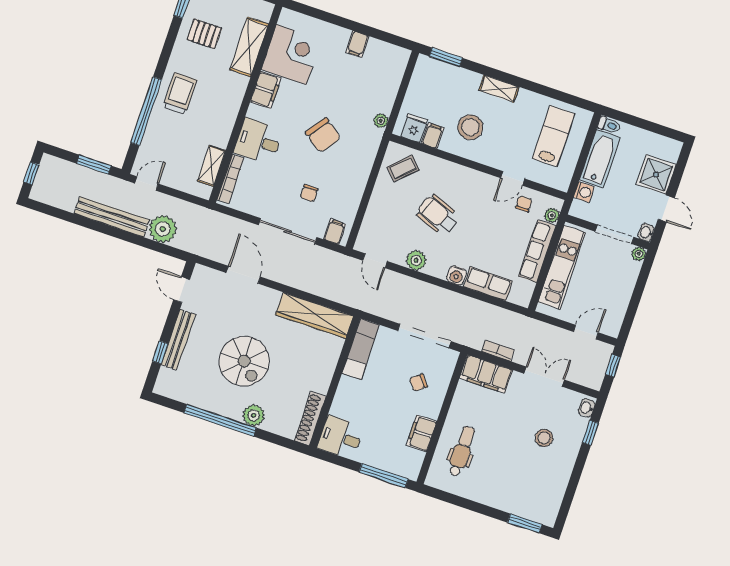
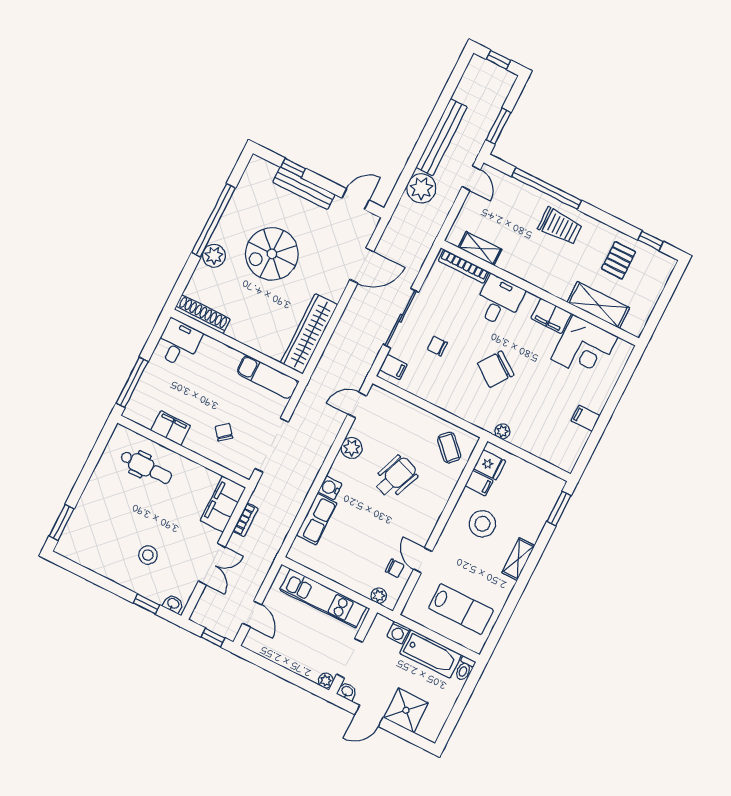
row of seats: (537, 251) -> (344, 575), removed

